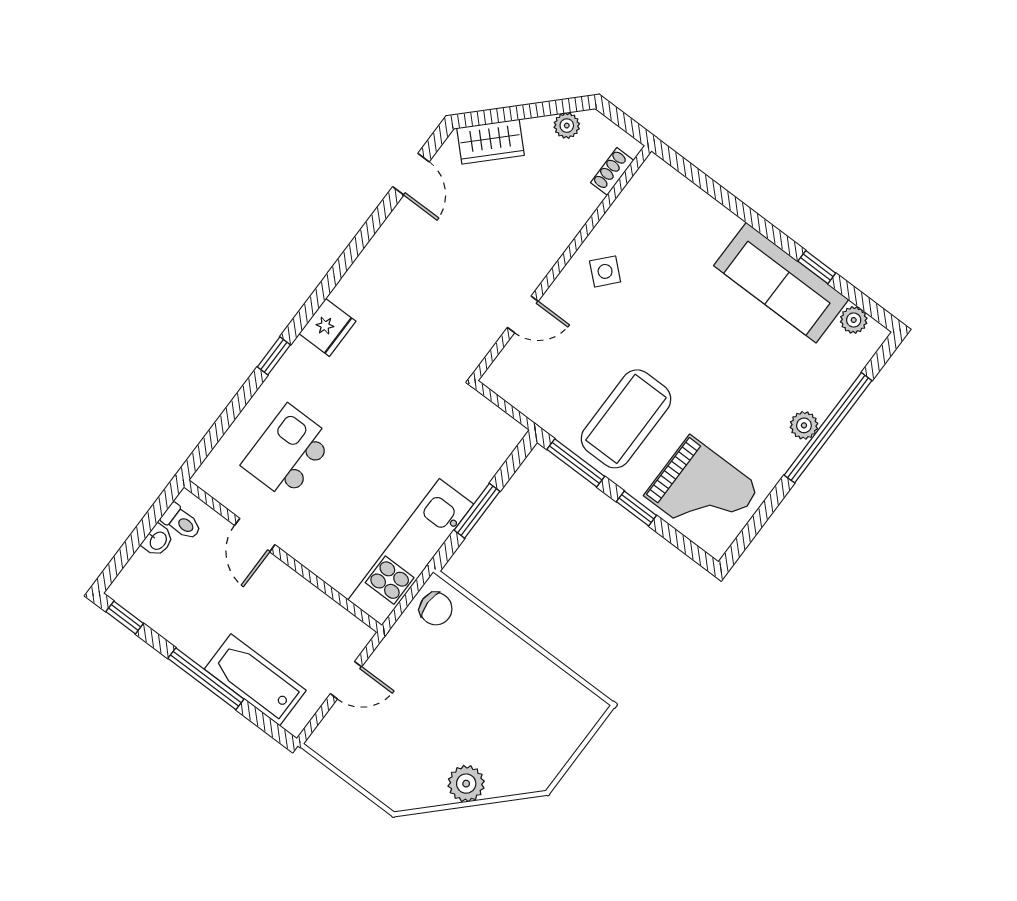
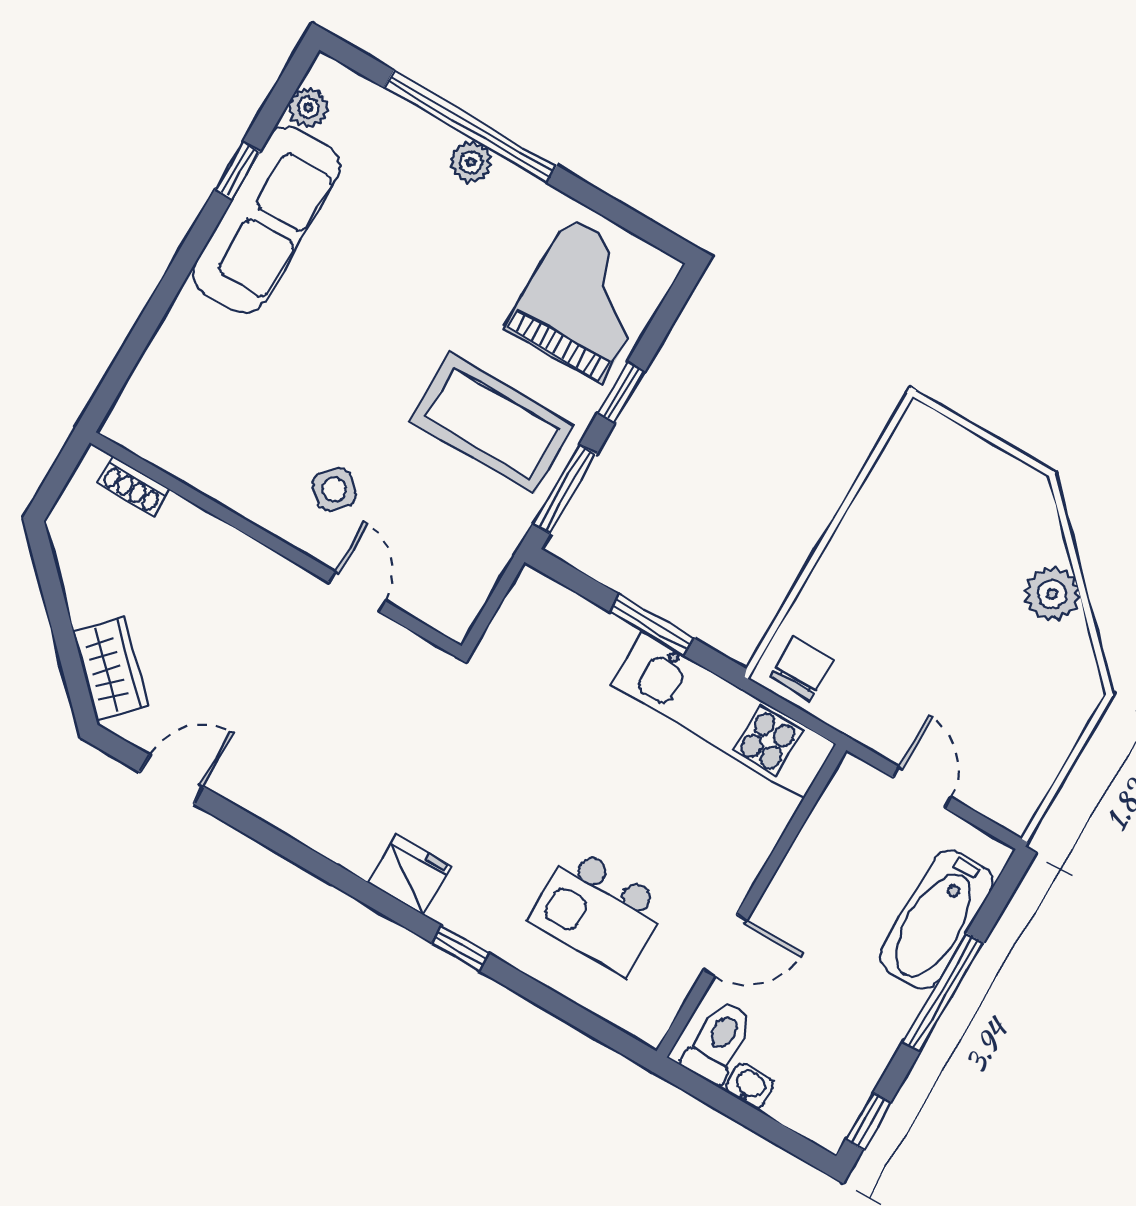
plant: (567, 126) -> (74, 560), removed
side table: (605, 271) -> (334, 489), moved
toilet: (181, 522) -> (718, 1042), width x1.37, depth x1.39

